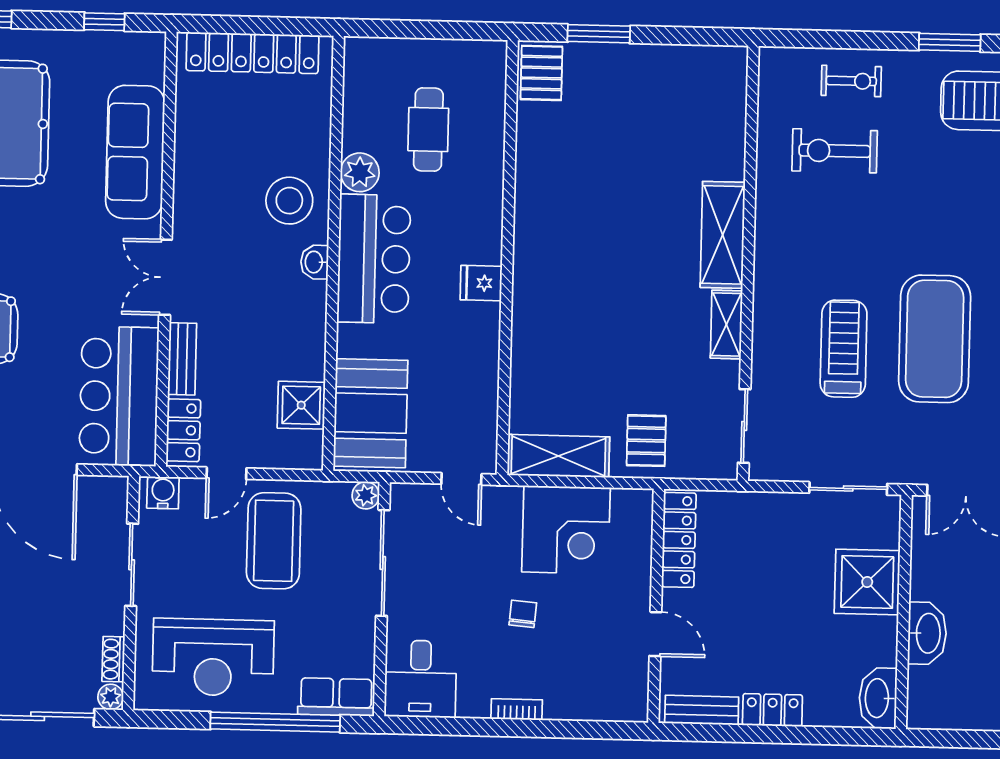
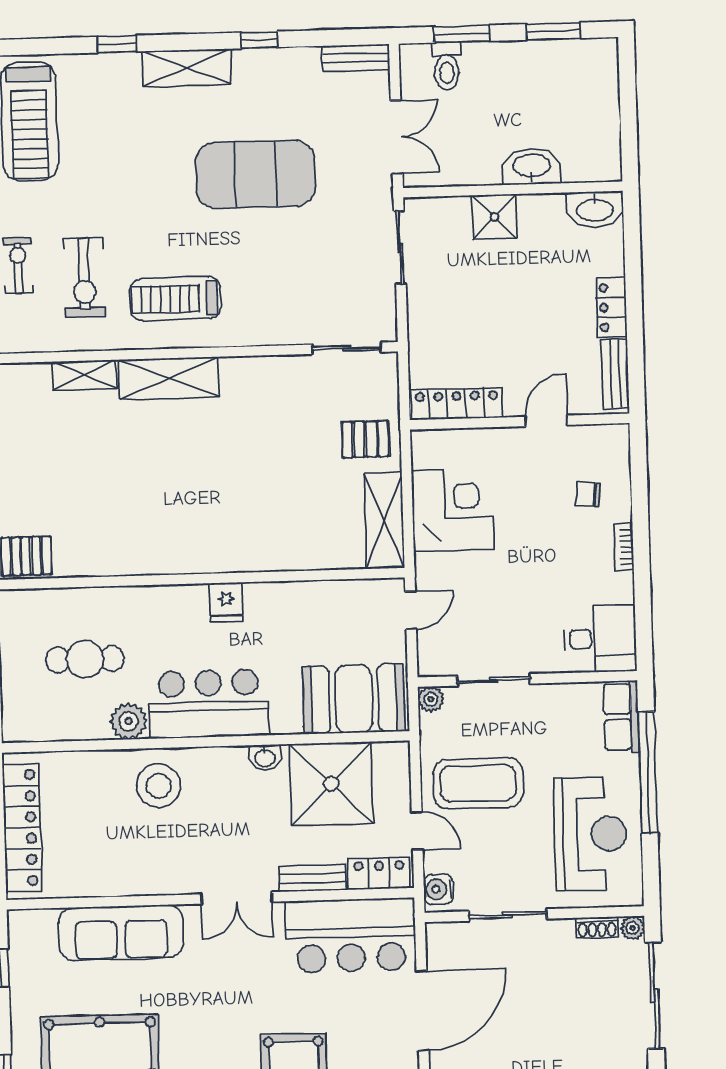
washbasin: (315, 262) -> (265, 758), moved
shelving: (726, 325) -> (85, 375), moved
treadmill: (844, 349) -> (175, 299), moved
shower: (301, 405) -> (331, 784), width x1.86, depth x1.86
sliding door: (383, 563) -> (493, 680), width x0.73
shower: (867, 582) -> (494, 217), width x0.73, depth x0.73
chair: (523, 614) -> (588, 494), moved

